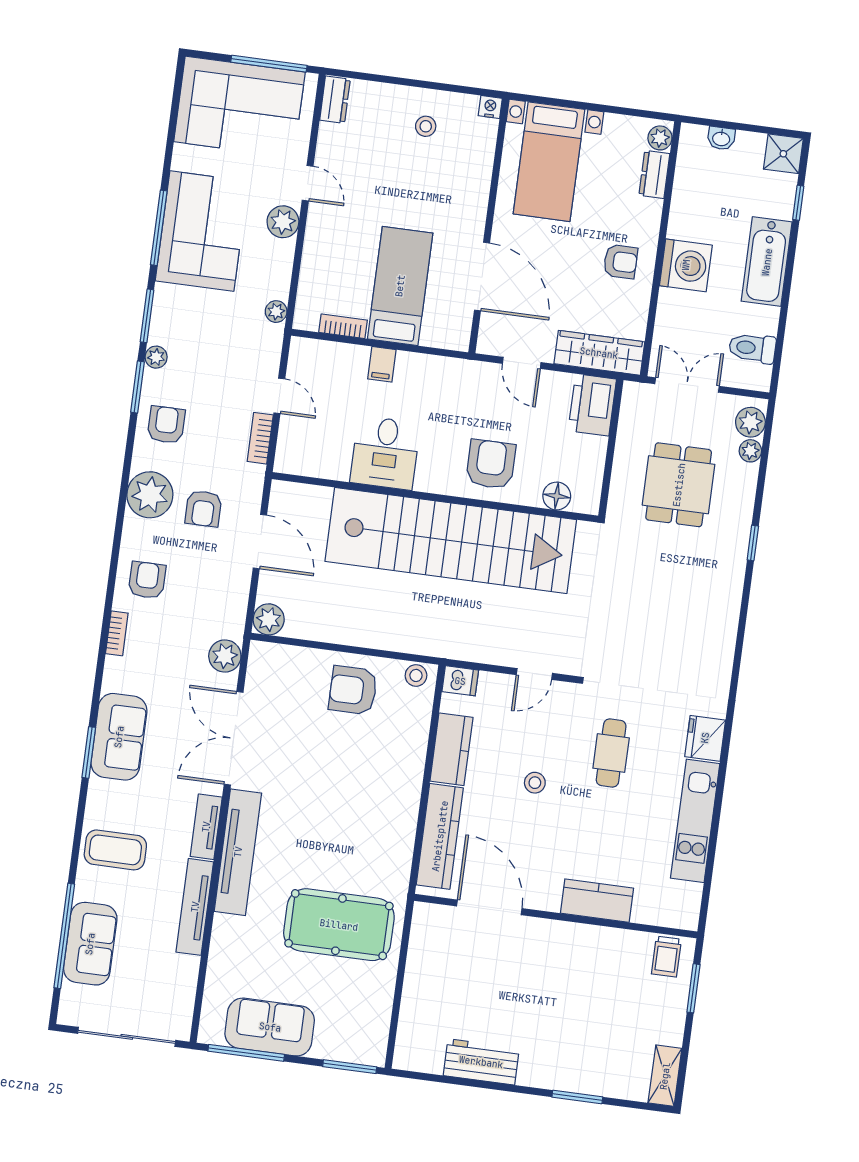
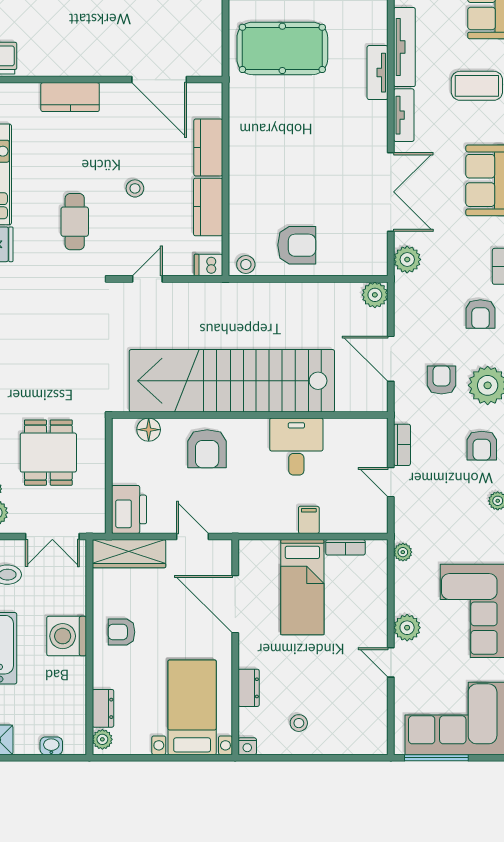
dresser: (335, 100) -> (249, 688), moved, turned 180
kitchen counter: (440, 836) -> (208, 147), width x0.67
tv unit: (238, 852) -> (378, 73), width x0.52, depth x0.78

